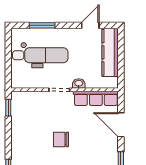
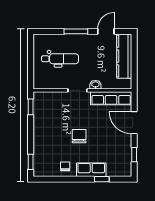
window: (42, 25) -> (76, 31), moved
dental chair: (40, 55) -> (60, 59), width x0.73, depth x0.72
chair: (61, 140) -> (79, 136), turned 90

